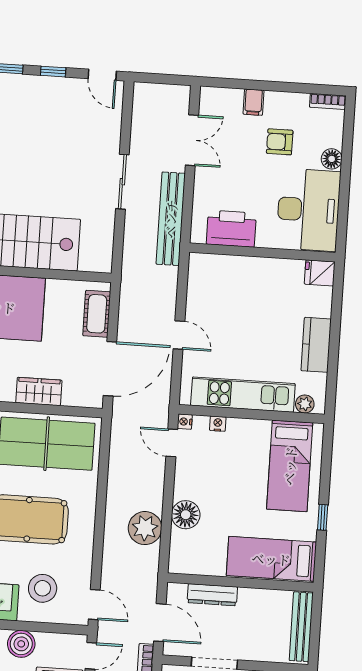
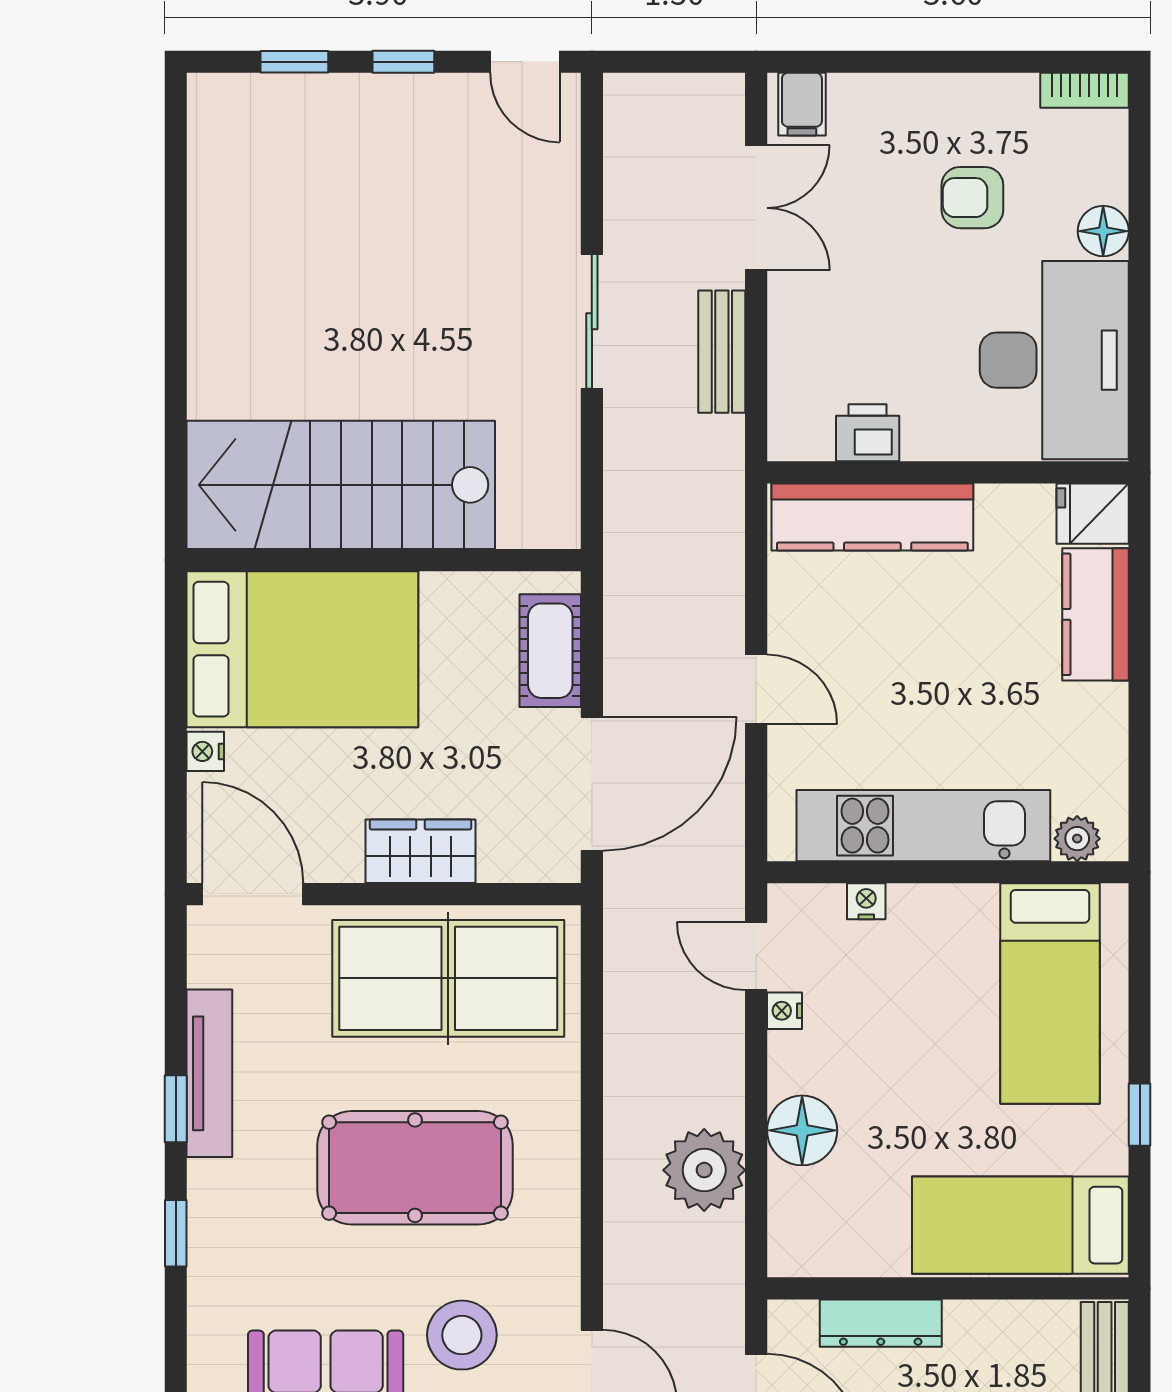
filing cabinet: (254, 102) -> (802, 104), moved
bench: (171, 219) -> (722, 352), width x0.54, depth x0.82
printer: (231, 229) -> (868, 433), width x0.53, depth x0.68
kitchen counter: (231, 268) -> (872, 517), added
kitchen counter: (316, 345) -> (1096, 614), moved
nightstand: (185, 422) -> (785, 1011), moved

